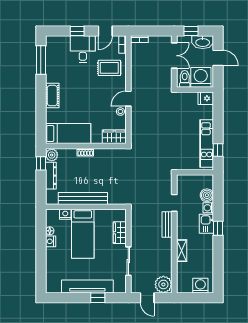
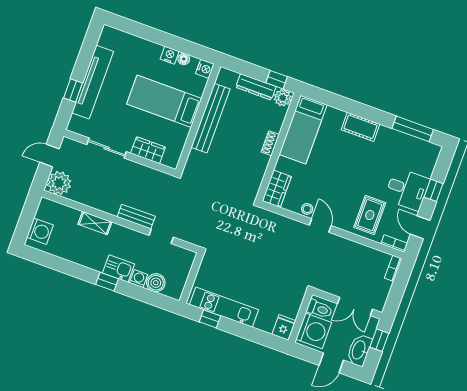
nightstand: (65, 214) -> (205, 69), moved

